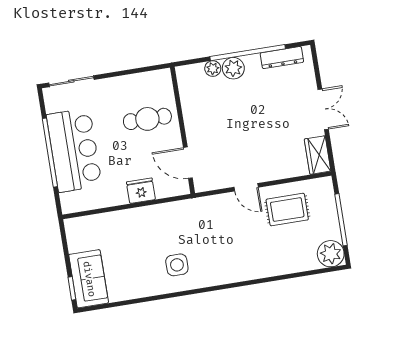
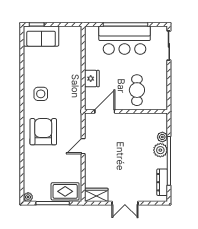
rug: (287, 210) -> (65, 191), moved, turned 90
armchair: (234, 252) -> (43, 132), added
plant: (331, 254) -> (28, 197), width x0.53, depth x0.53

